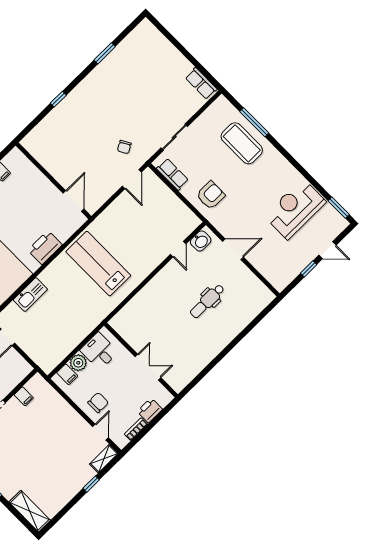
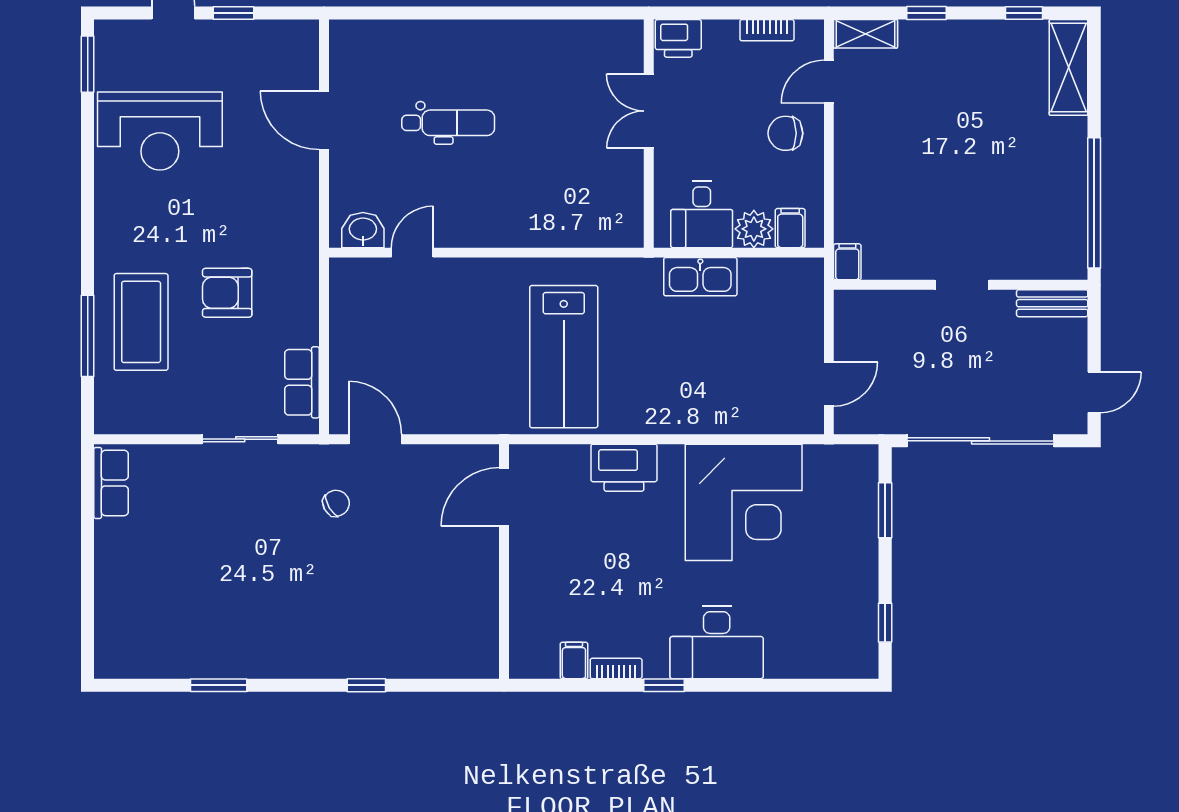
door: (132, 179) -> (375, 439), hinge flipped
armchair: (211, 195) -> (227, 293), moved
door: (233, 249) -> (324, 120), moved
kitchen sink: (30, 295) -> (700, 277), moved, turned 180
filing cabinet: (24, 396) -> (847, 262), moved
printer: (150, 410) -> (678, 38), moved
window: (61, 514) -> (1024, 13), added

